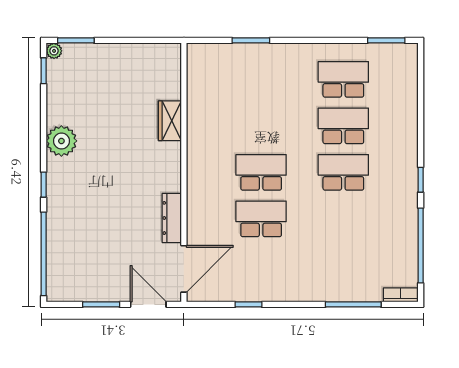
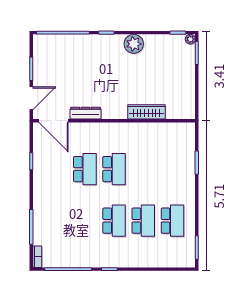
wardrobe: (170, 121) -> (146, 112), width x1.50

